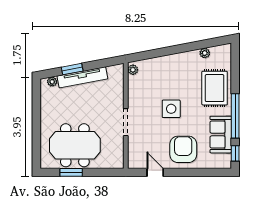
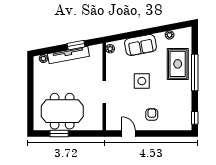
window: (72, 69) -> (76, 45), moved
window: (235, 116) -> (195, 72), moved
sofa: (221, 135) -> (140, 45), moved, turned -101
armchair: (183, 149) -> (152, 115), width x0.53, depth x0.53

